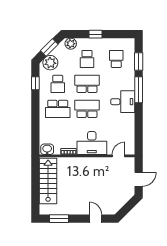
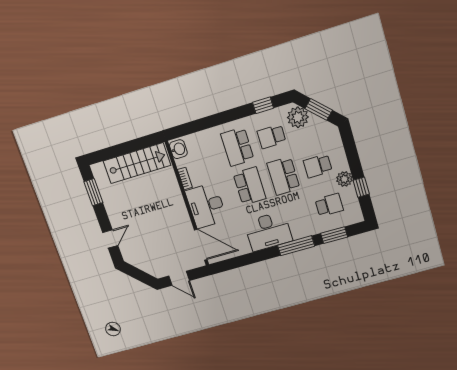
window: (96, 34) -> (361, 187), moved
plant: (71, 44) -> (344, 179), moved
school desk: (87, 84) -> (283, 176), turned 180
desk: (123, 102) -> (268, 231), width x1.37
door: (119, 156) -> (201, 245), width x1.88

